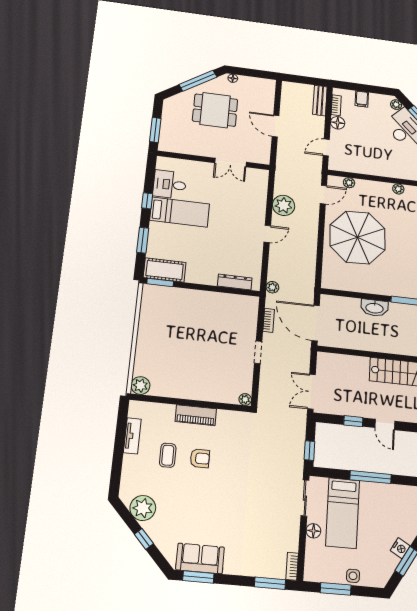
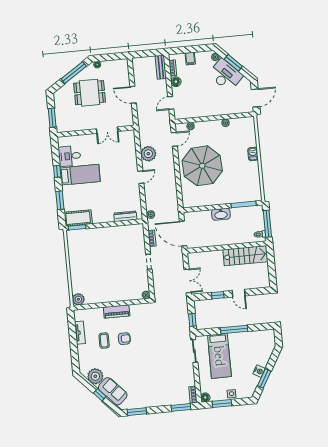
double door: (311, 392) -> (188, 281), swing flipped
floor lamp: (313, 531) -> (205, 397), moved
sofa: (200, 558) -> (113, 391), moved, turned 47

